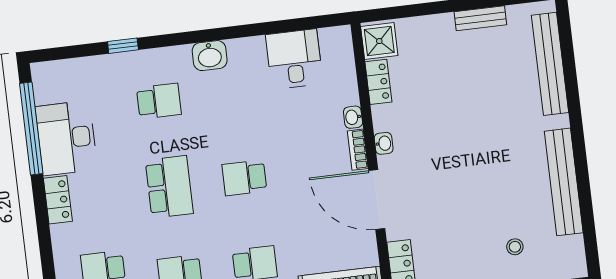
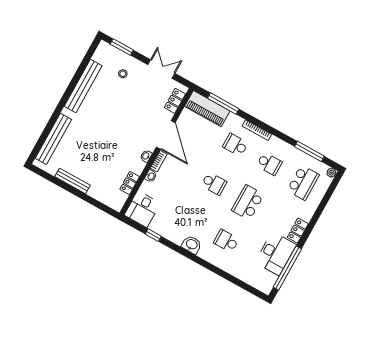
bench: (480, 18) -> (72, 181), width x1.36
shower: (379, 41) -> (117, 200), removed
window: (123, 46) -> (153, 235), moved
desk: (294, 59) -> (142, 209), moved

